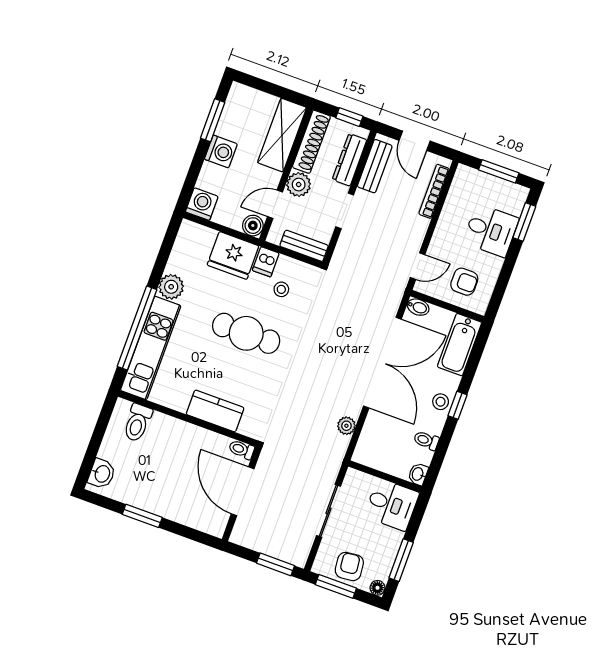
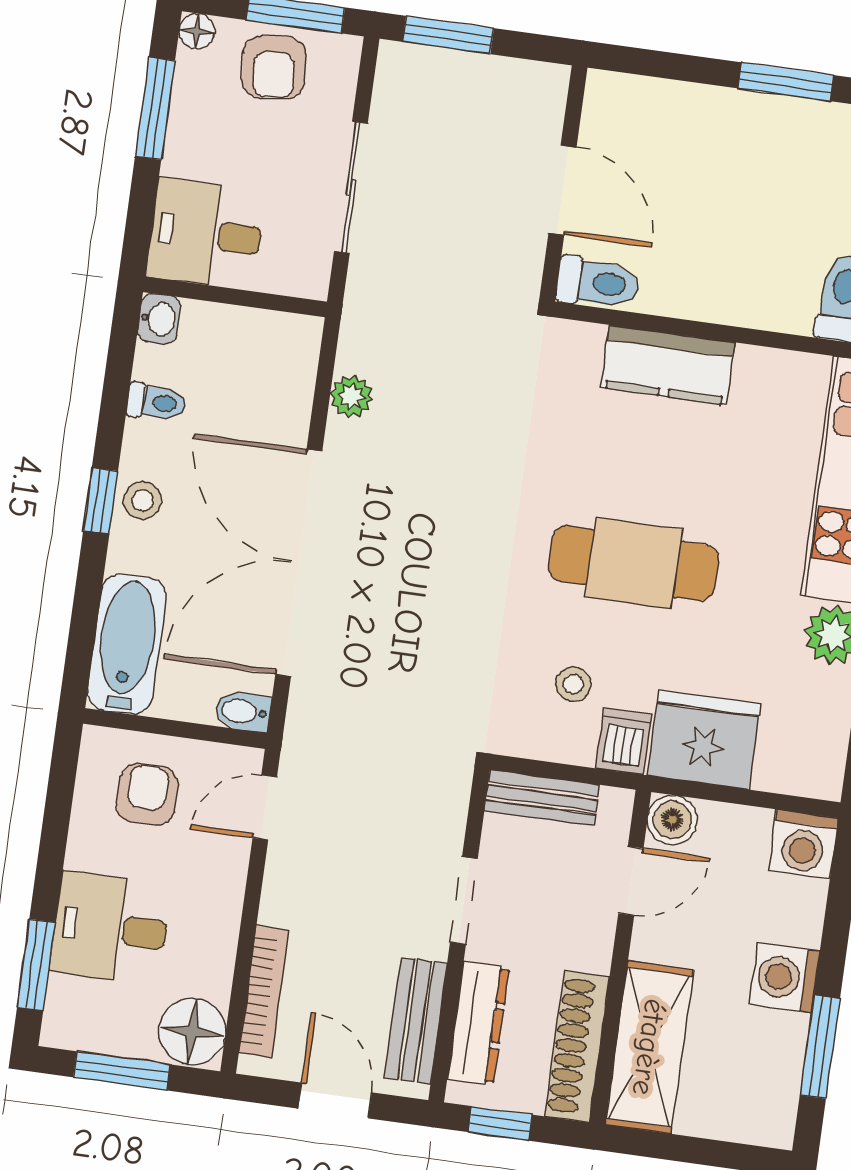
floor lamp: (467, 181) -> (192, 1032), added
plant: (299, 185) -> (585, 939), removed
armchair: (464, 282) -> (147, 794), turned 90
toilet: (242, 449) -> (598, 283), width x1.37, depth x1.39
door: (243, 491) -> (562, 190), width x0.73

